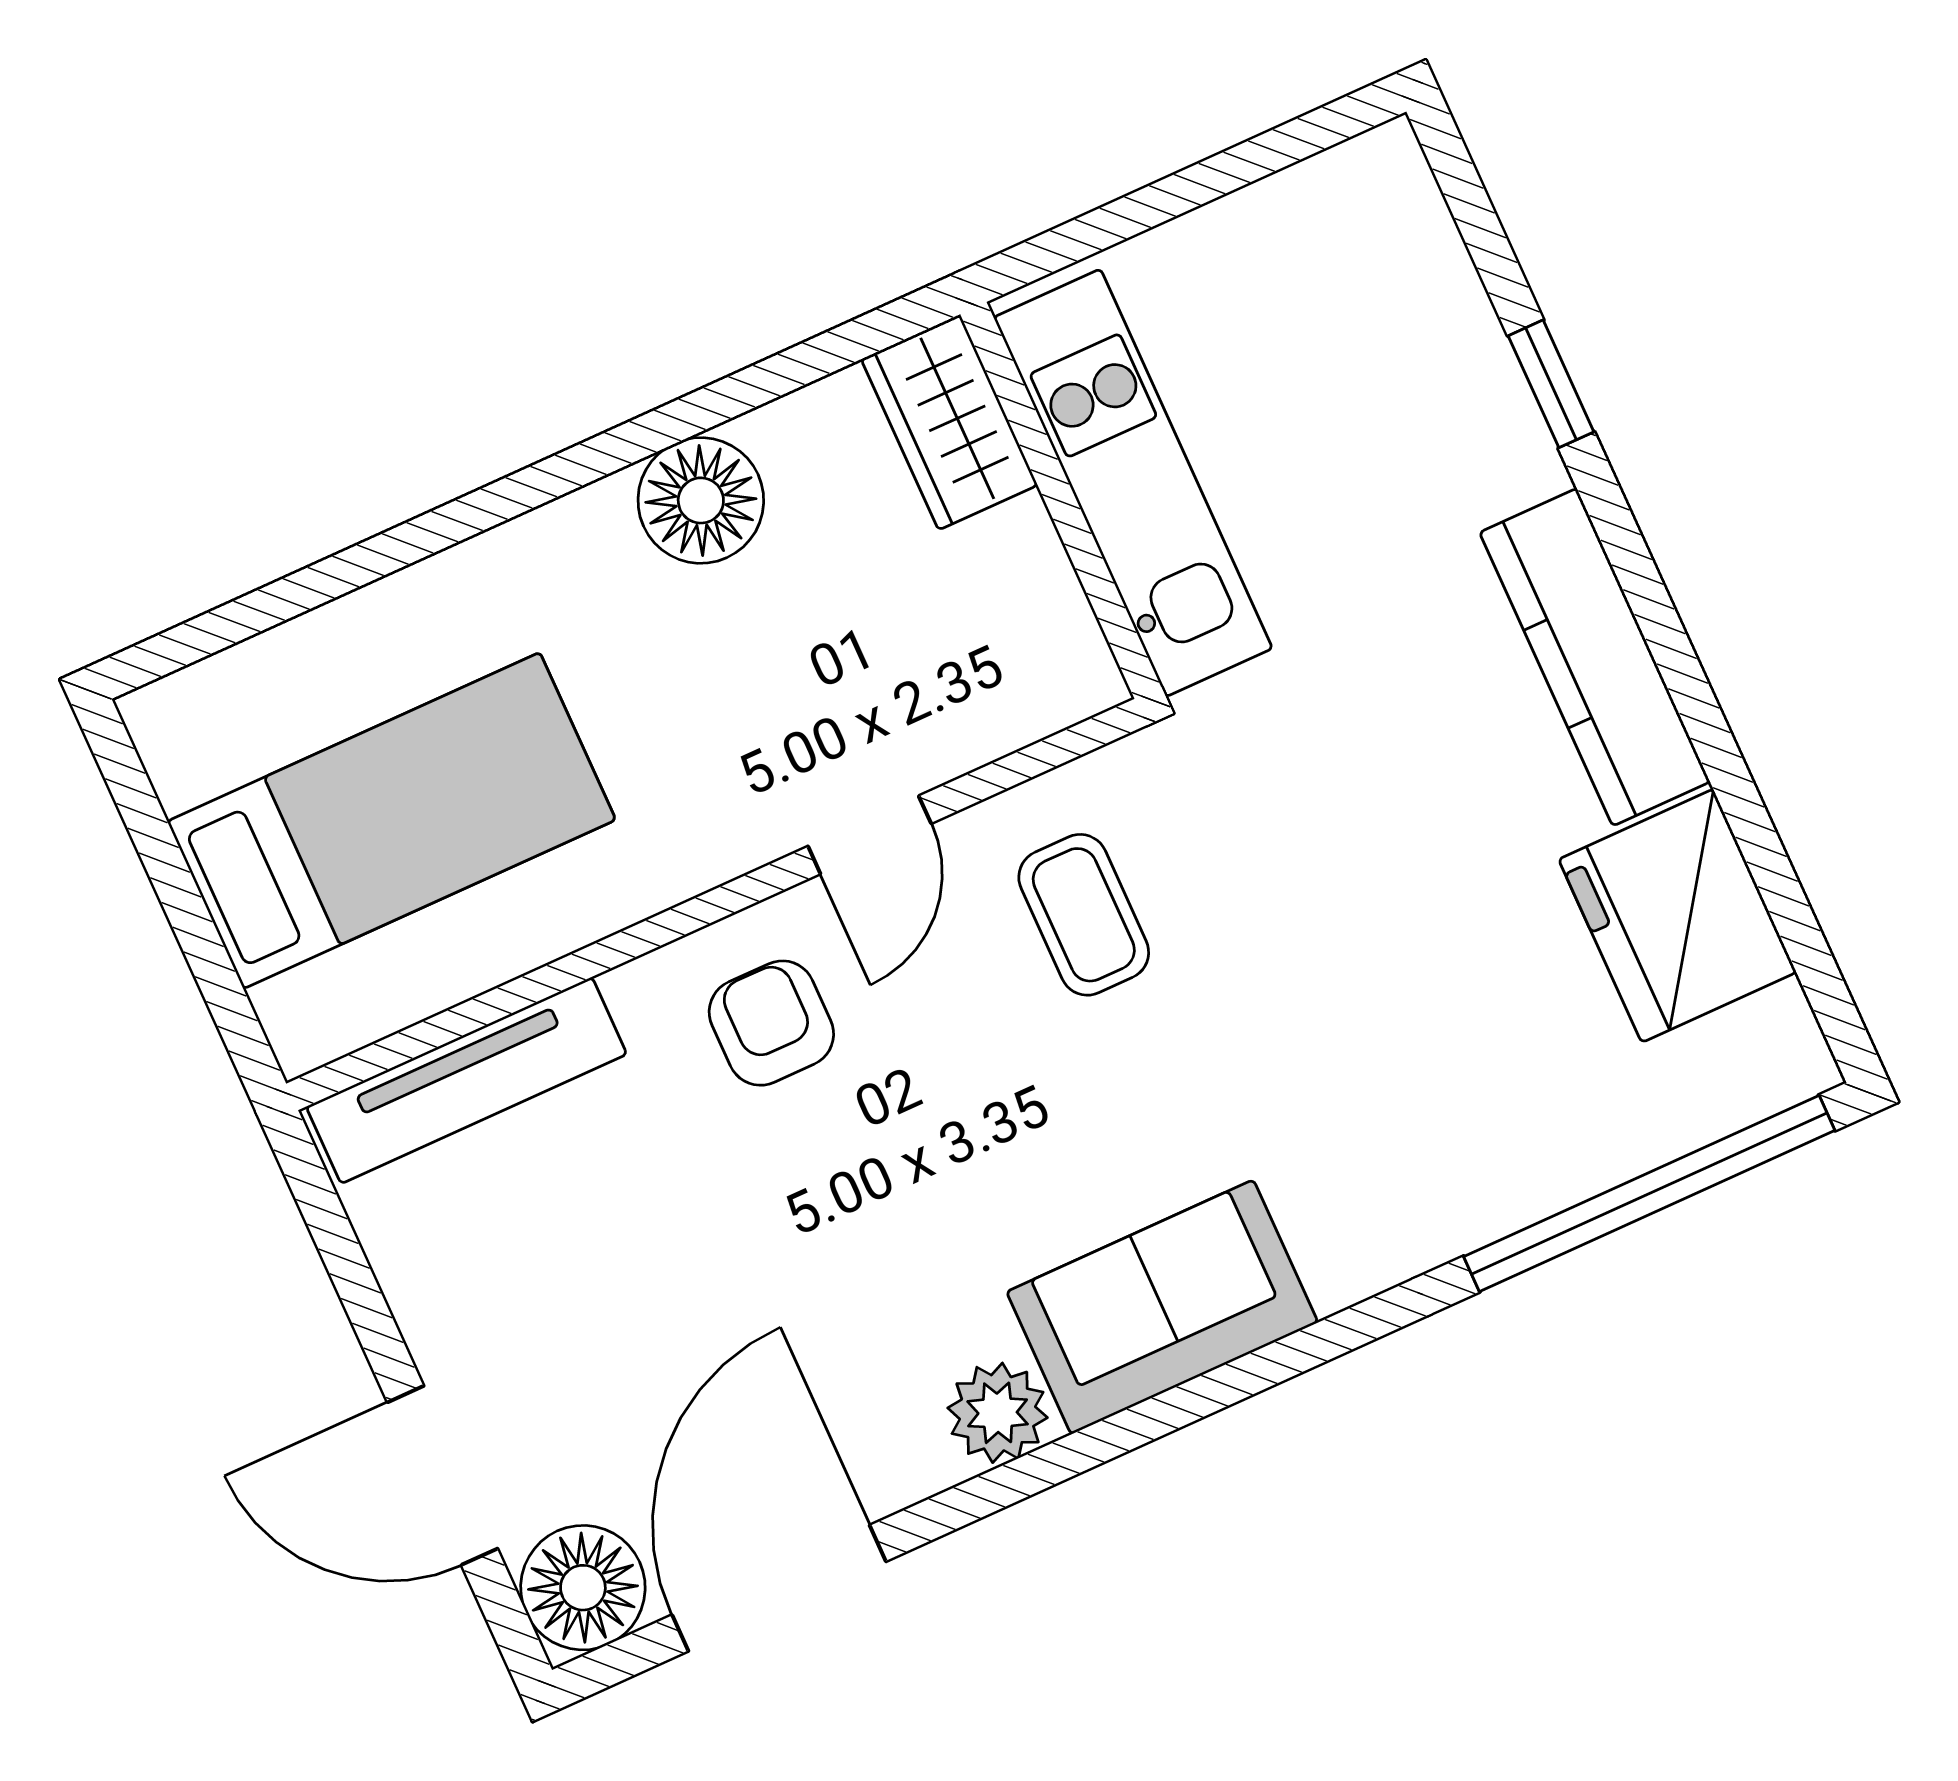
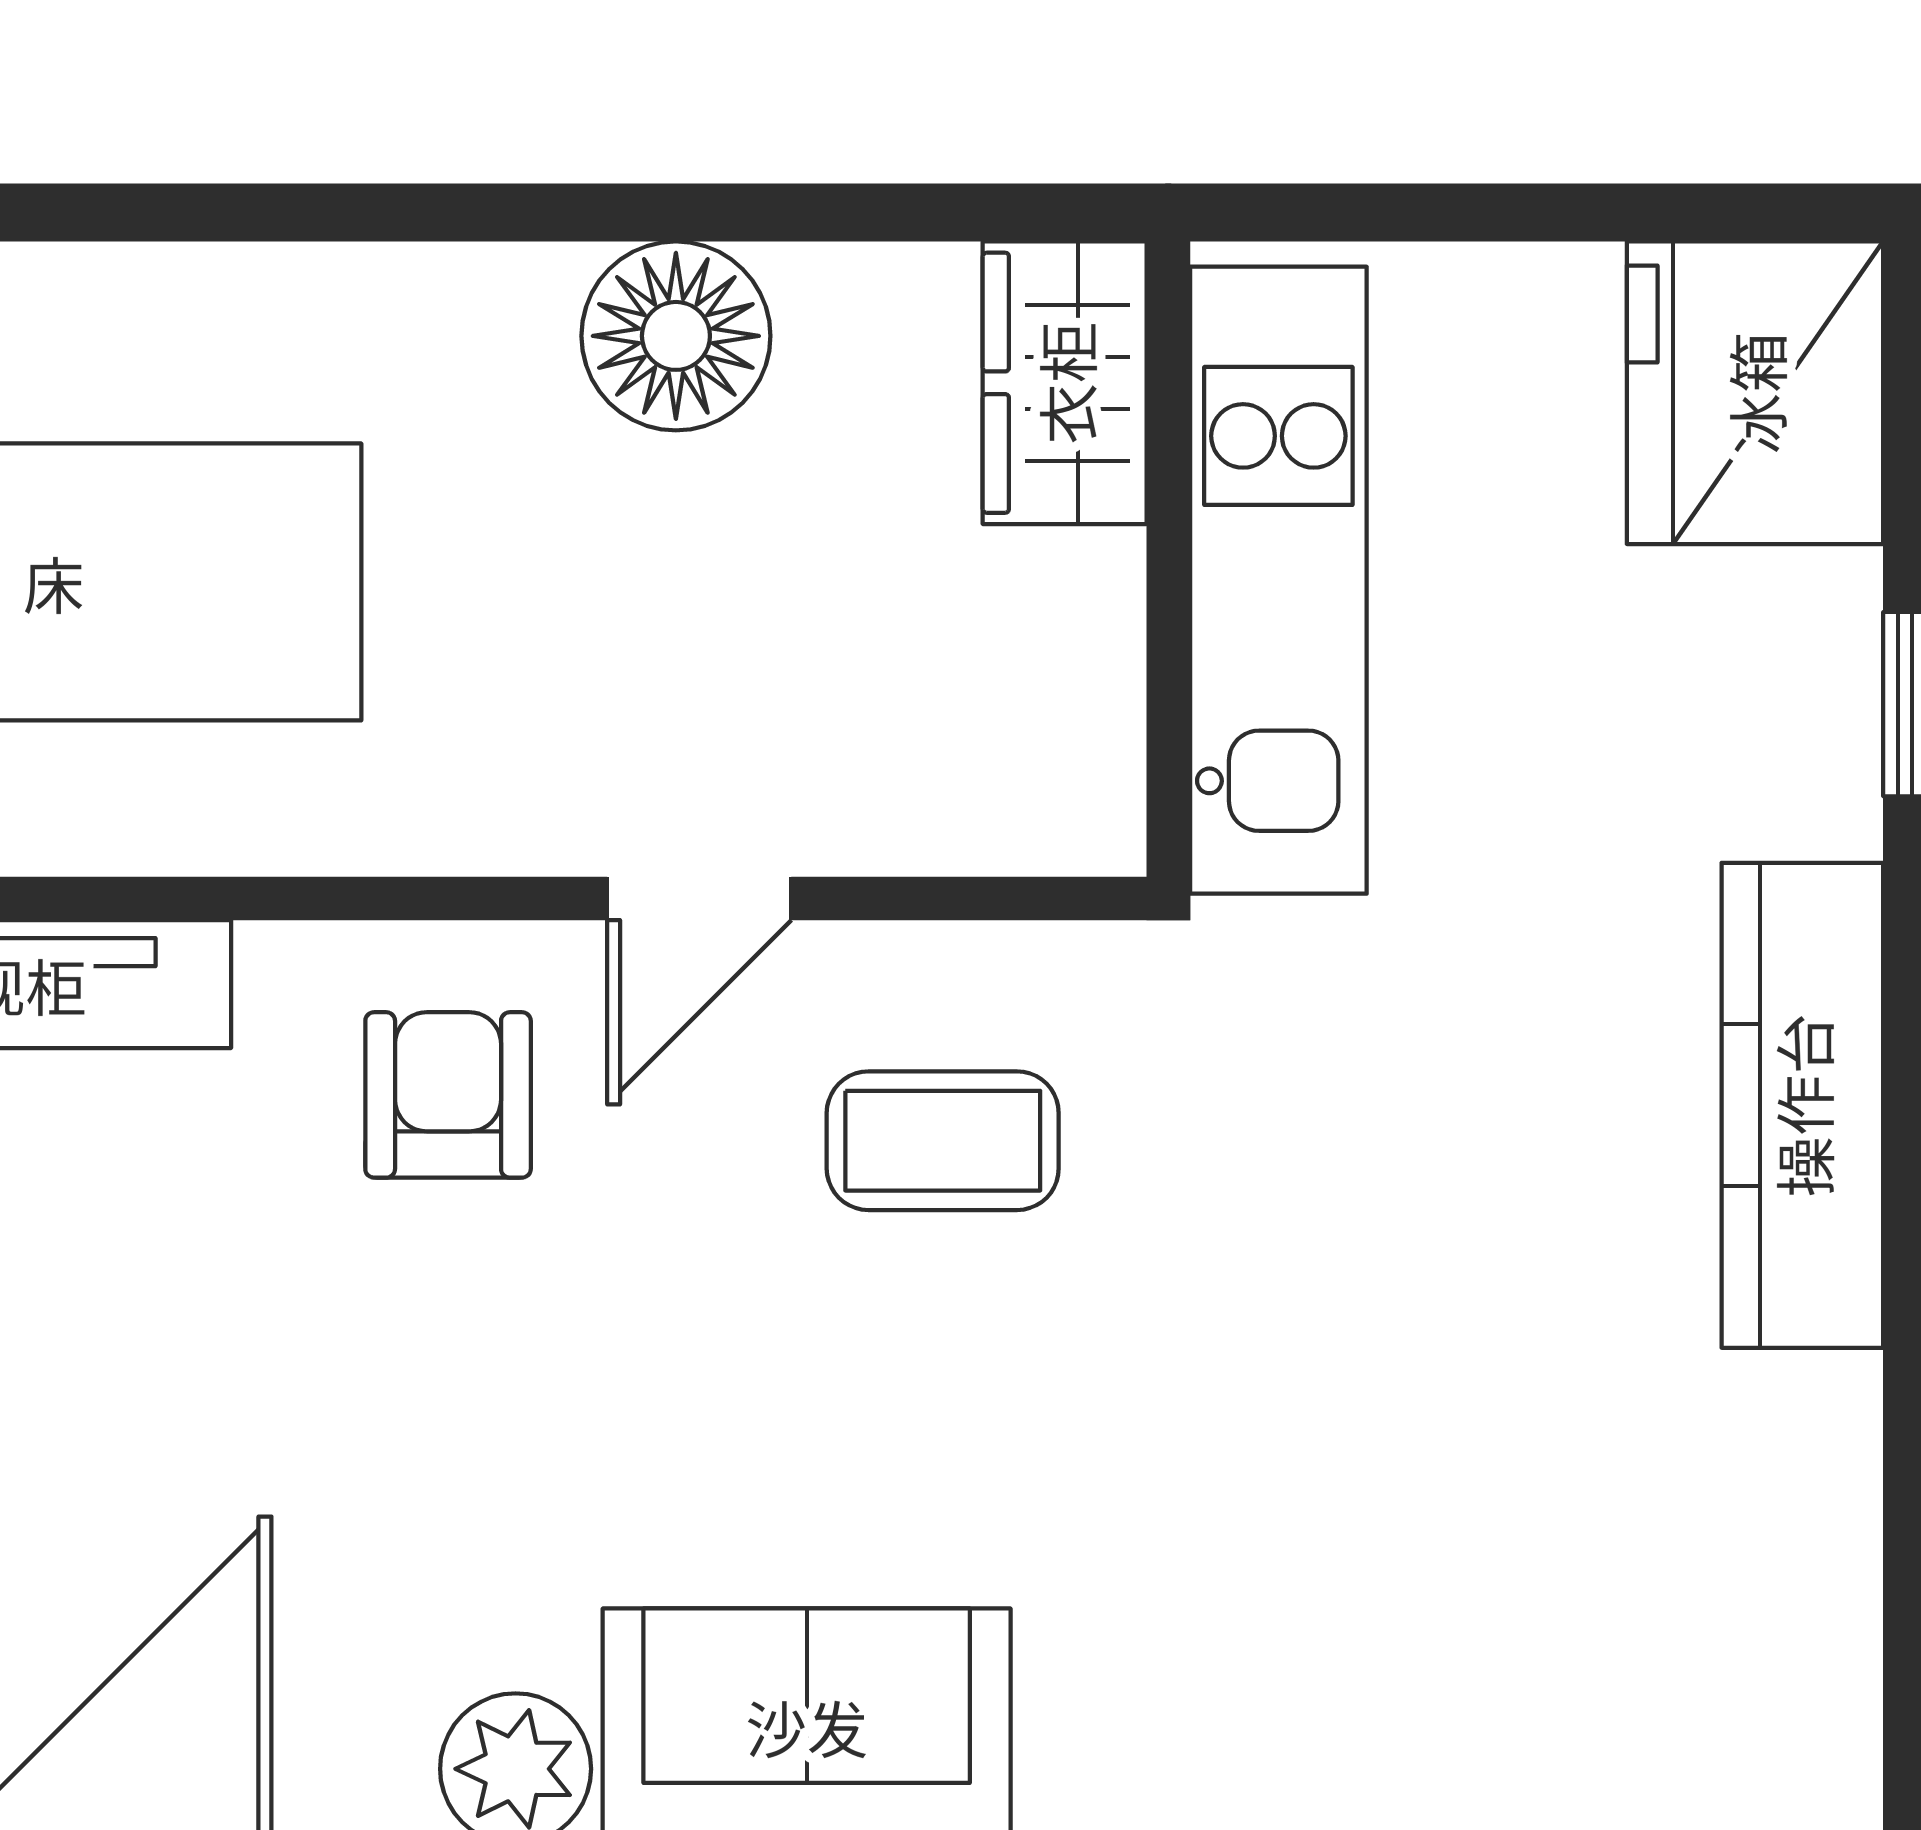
coffee table: (1084, 915) -> (943, 1141), turned 90
fridge: (1678, 916) -> (1755, 393), moved

